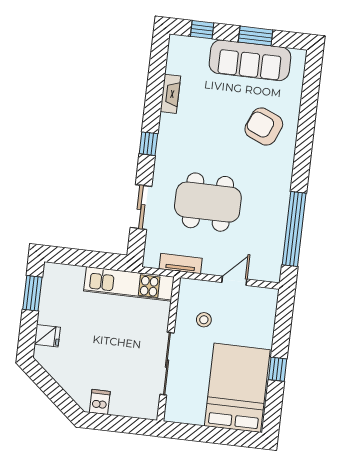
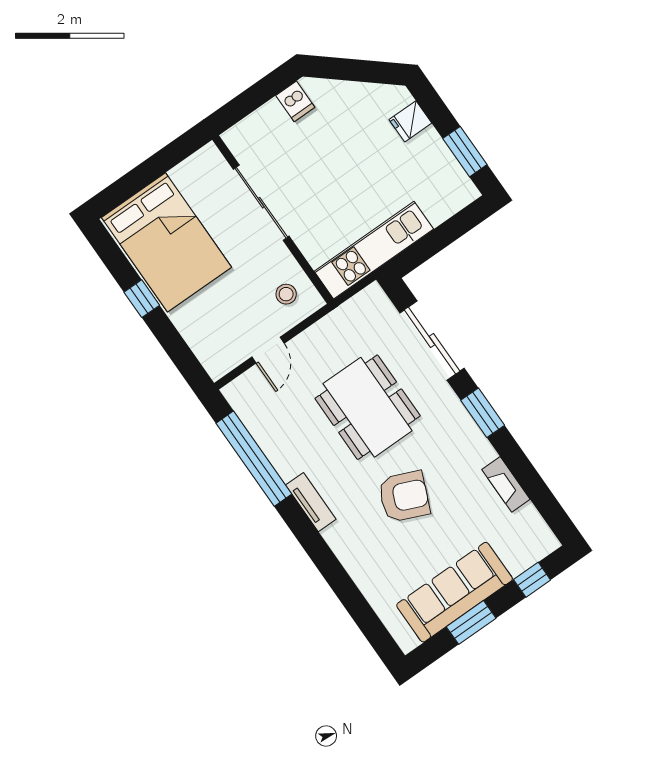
armchair: (264, 126) -> (404, 496), moved
window: (148, 144) -> (483, 413), width x1.50
dining table: (208, 202) -> (368, 407), turned 90
sliding door: (141, 207) -> (432, 340), width x1.37
tv unit: (181, 264) -> (311, 502), moved, turned -90
stool: (204, 320) -> (286, 294), moved

